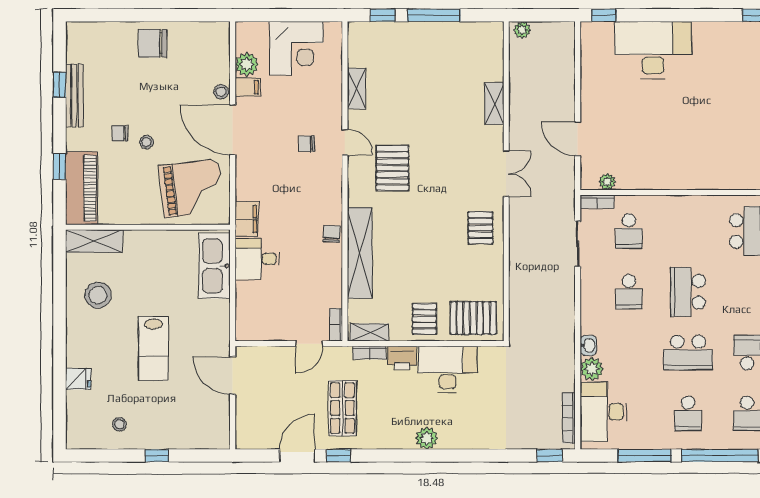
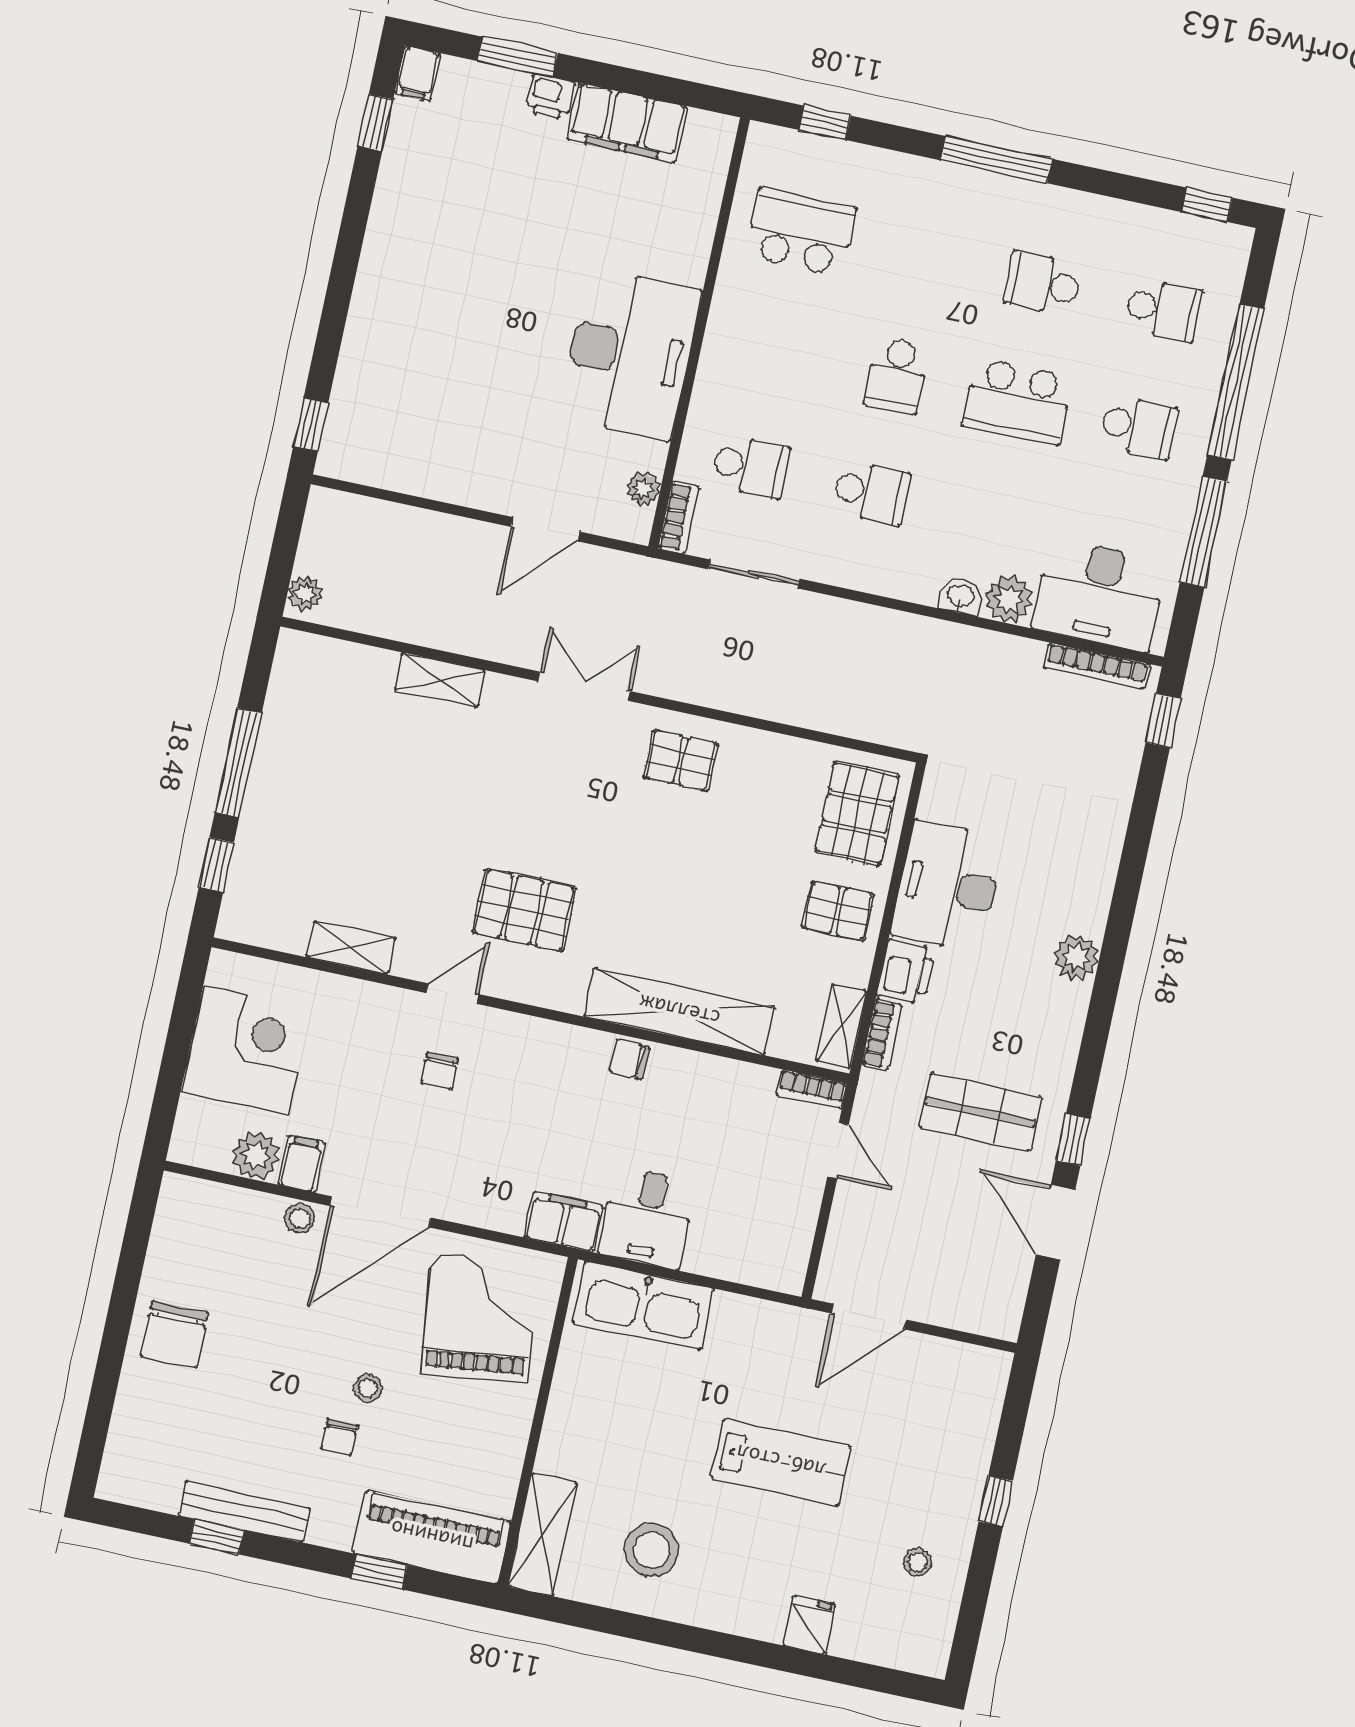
desk: (653, 50) -> (630, 354), moved, turned 180
school desk: (688, 292) -> (896, 375), width x0.54
school desk: (688, 353) -> (1017, 401), turned 90

